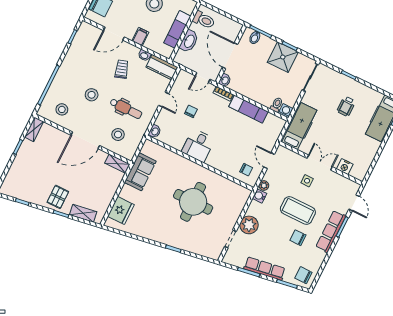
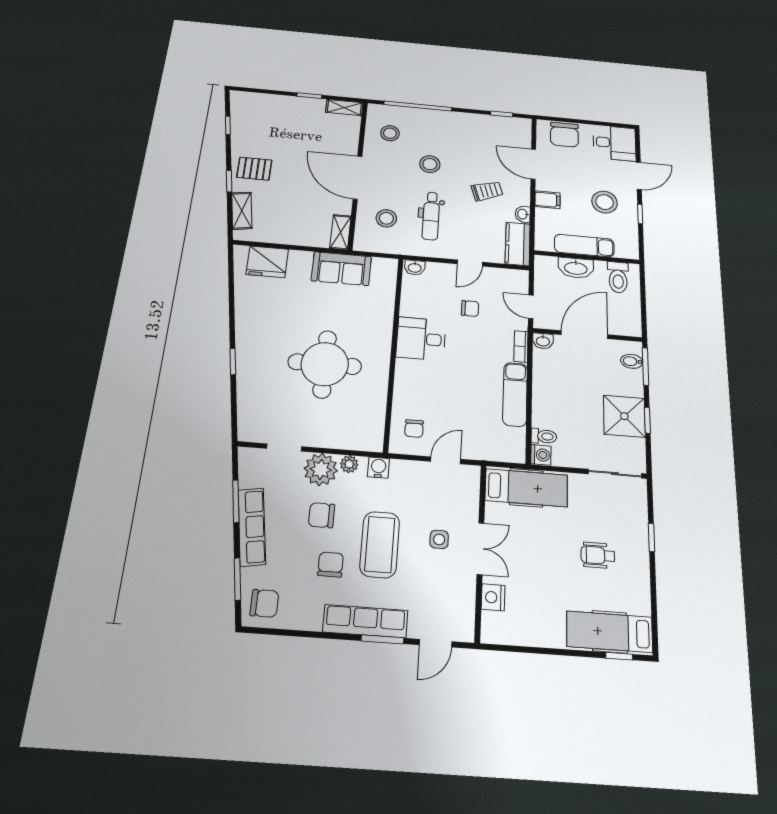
plant: (264, 185) -> (349, 464), moved
chair: (272, 233) -> (322, 515), added
chair: (303, 275) -> (264, 603), turned 90

